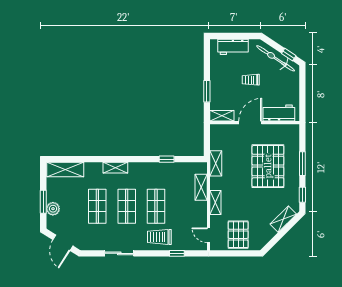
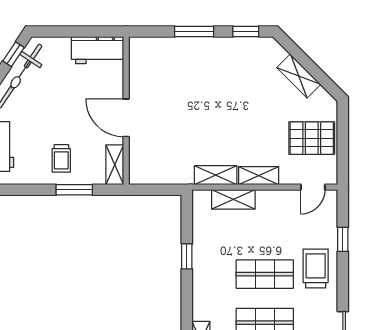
trolley: (251, 80) -> (61, 158), moved
workbench: (279, 113) -> (98, 50), moved, turned -90
shelving: (216, 163) -> (216, 175), moved
pallet: (268, 166) -> (198, 89), removed
shelving: (283, 219) -> (299, 76), moved
trolley: (159, 237) -> (316, 269), turned 180

